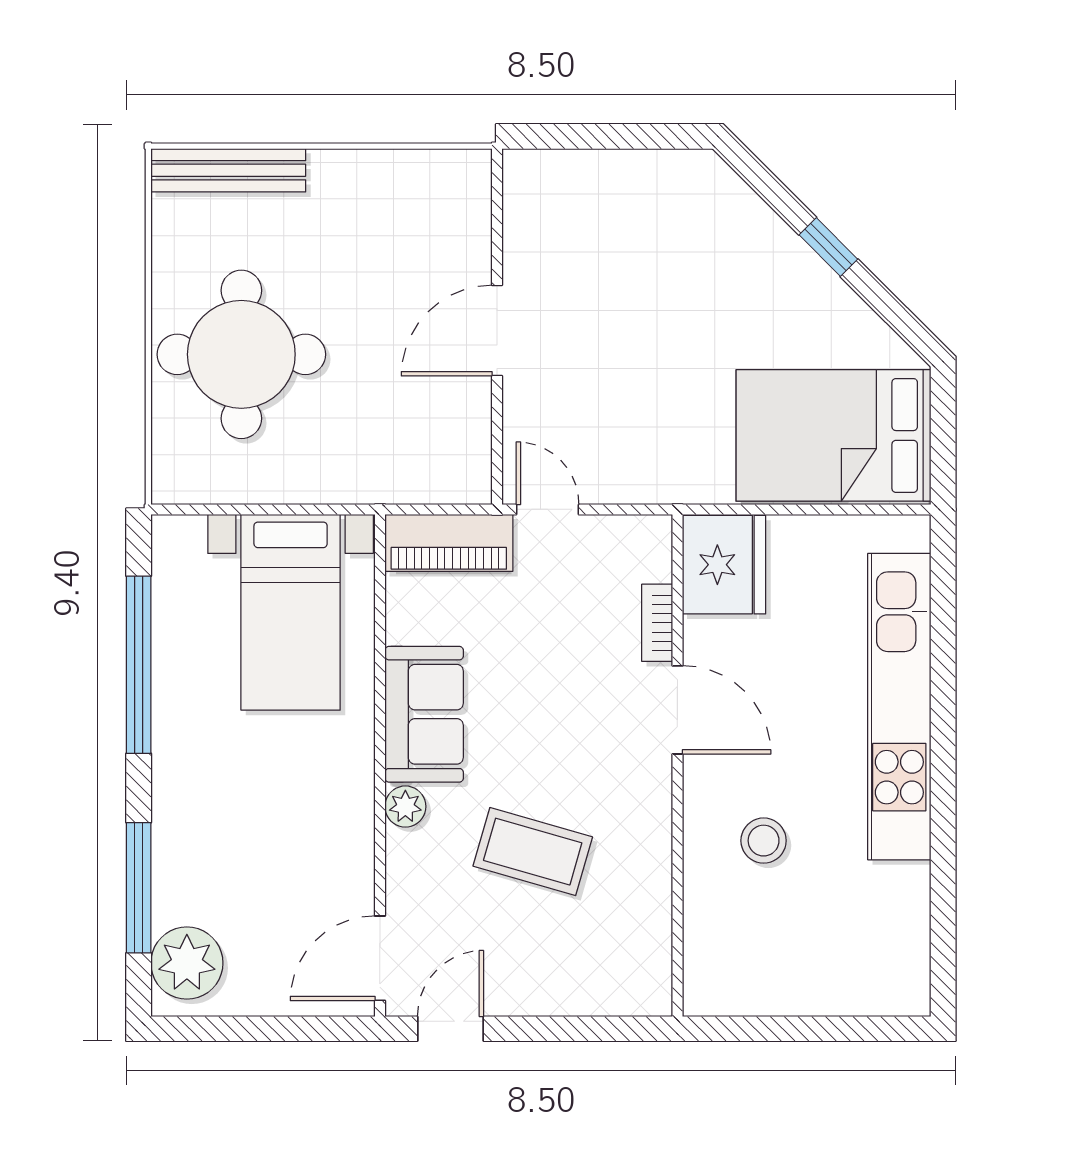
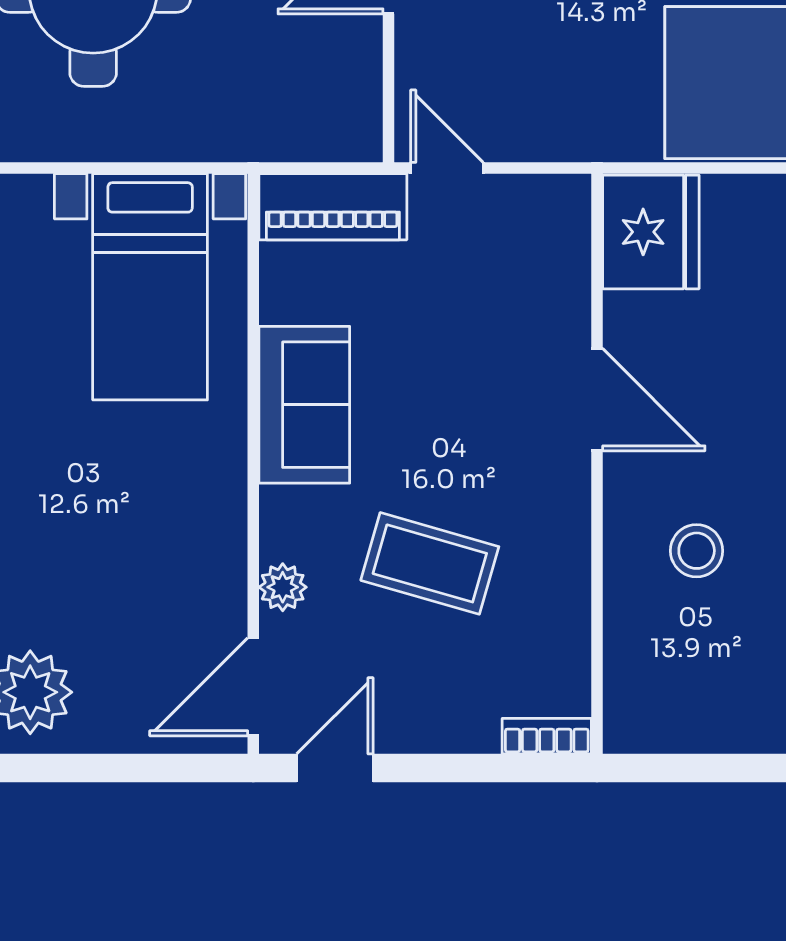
bookcase: (657, 623) -> (547, 736), moved, turned 90
plant: (405, 807) -> (283, 587), moved

